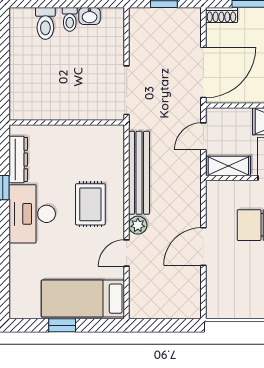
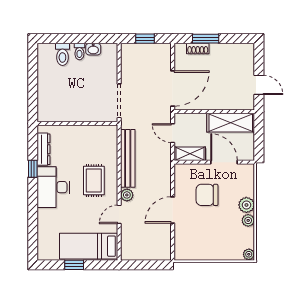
shoe rack: (221, 15) -> (198, 49), moved
door: (203, 136) -> (173, 133), hinge flipped

